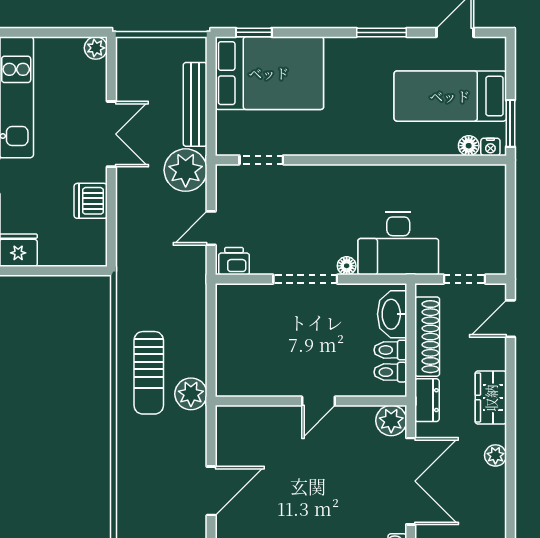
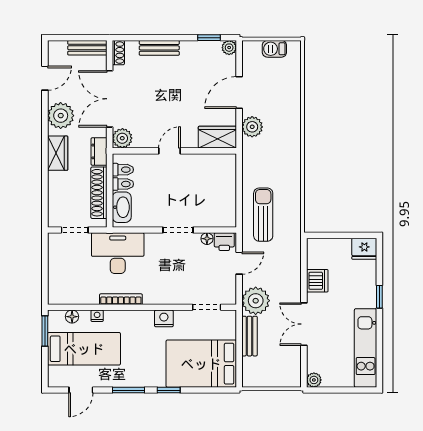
window: (254, 32) -> (169, 390), moved
bench: (195, 104) -> (249, 336), width x0.73
nightstand: (327, 143) -> (164, 318), added
nightstand: (490, 147) -> (97, 316), moved
bookcase: (393, 172) -> (121, 299), added
floor lamp: (347, 266) -> (207, 239), moved
doorway: (305, 279) -> (178, 230), width x0.73
door: (510, 319) -> (45, 78), moved
sun lounger: (149, 373) -> (263, 215), moved
plant: (191, 394) -> (252, 127), moved
wardrobe: (245, 422) -> (217, 137), added
plant: (495, 455) -> (61, 116), width x1.88, depth x1.88

